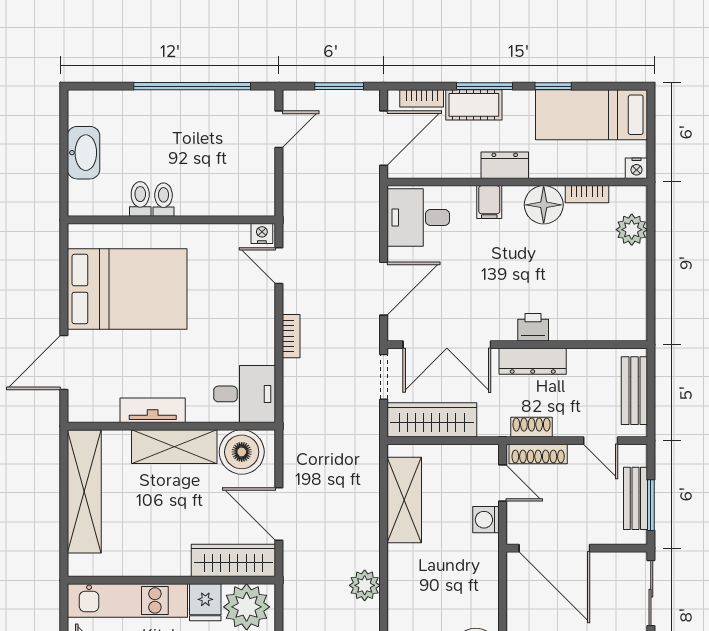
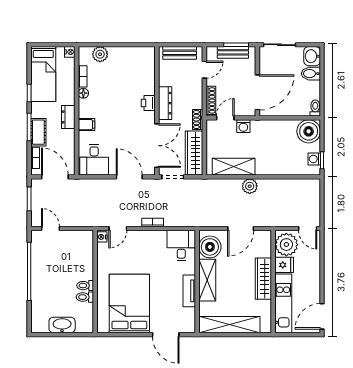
floor lamp: (544, 205) -> (83, 93), width x0.53, depth x0.53
shoe rack: (532, 427) -> (198, 120), moved
wardrobe: (233, 560) -> (263, 279), moved
plant: (365, 585) -> (250, 186), moved

